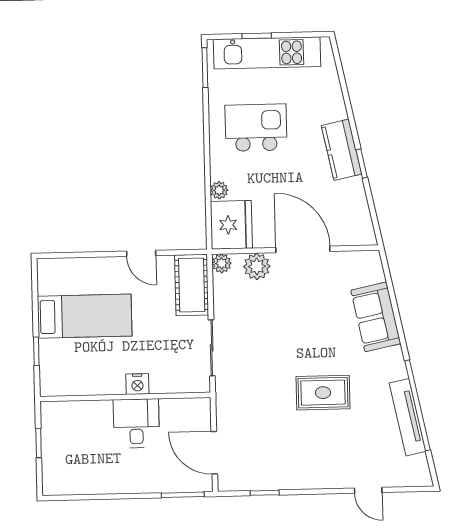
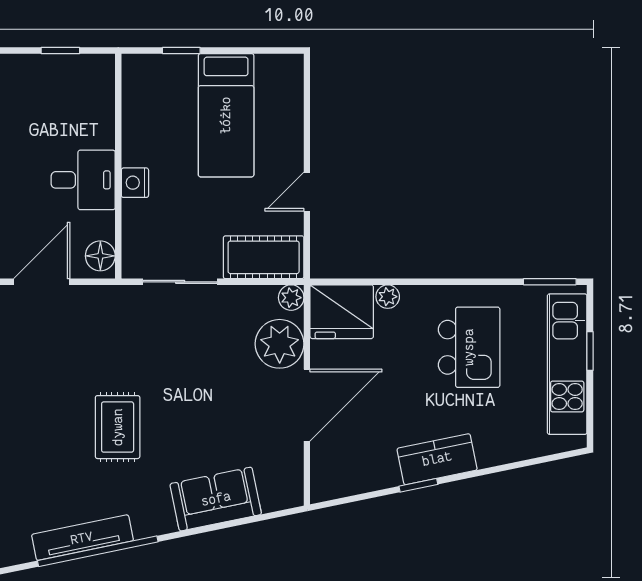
plant: (257, 266) -> (280, 344), width x1.36, depth x1.36
floor lamp: (194, 409) -> (100, 256), added

